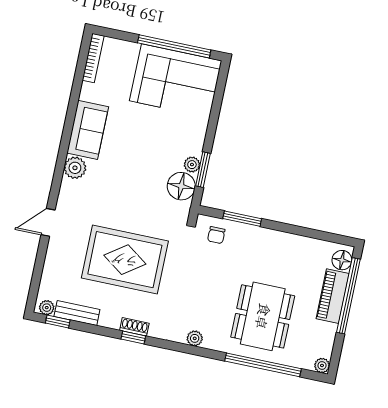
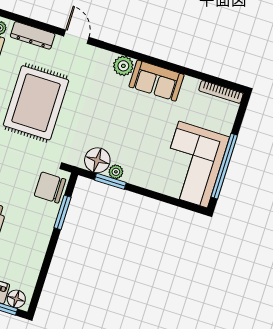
chair: (216, 235) -> (50, 188), width x1.87, depth x1.87
dresser: (51, 270) -> (33, 35), added

